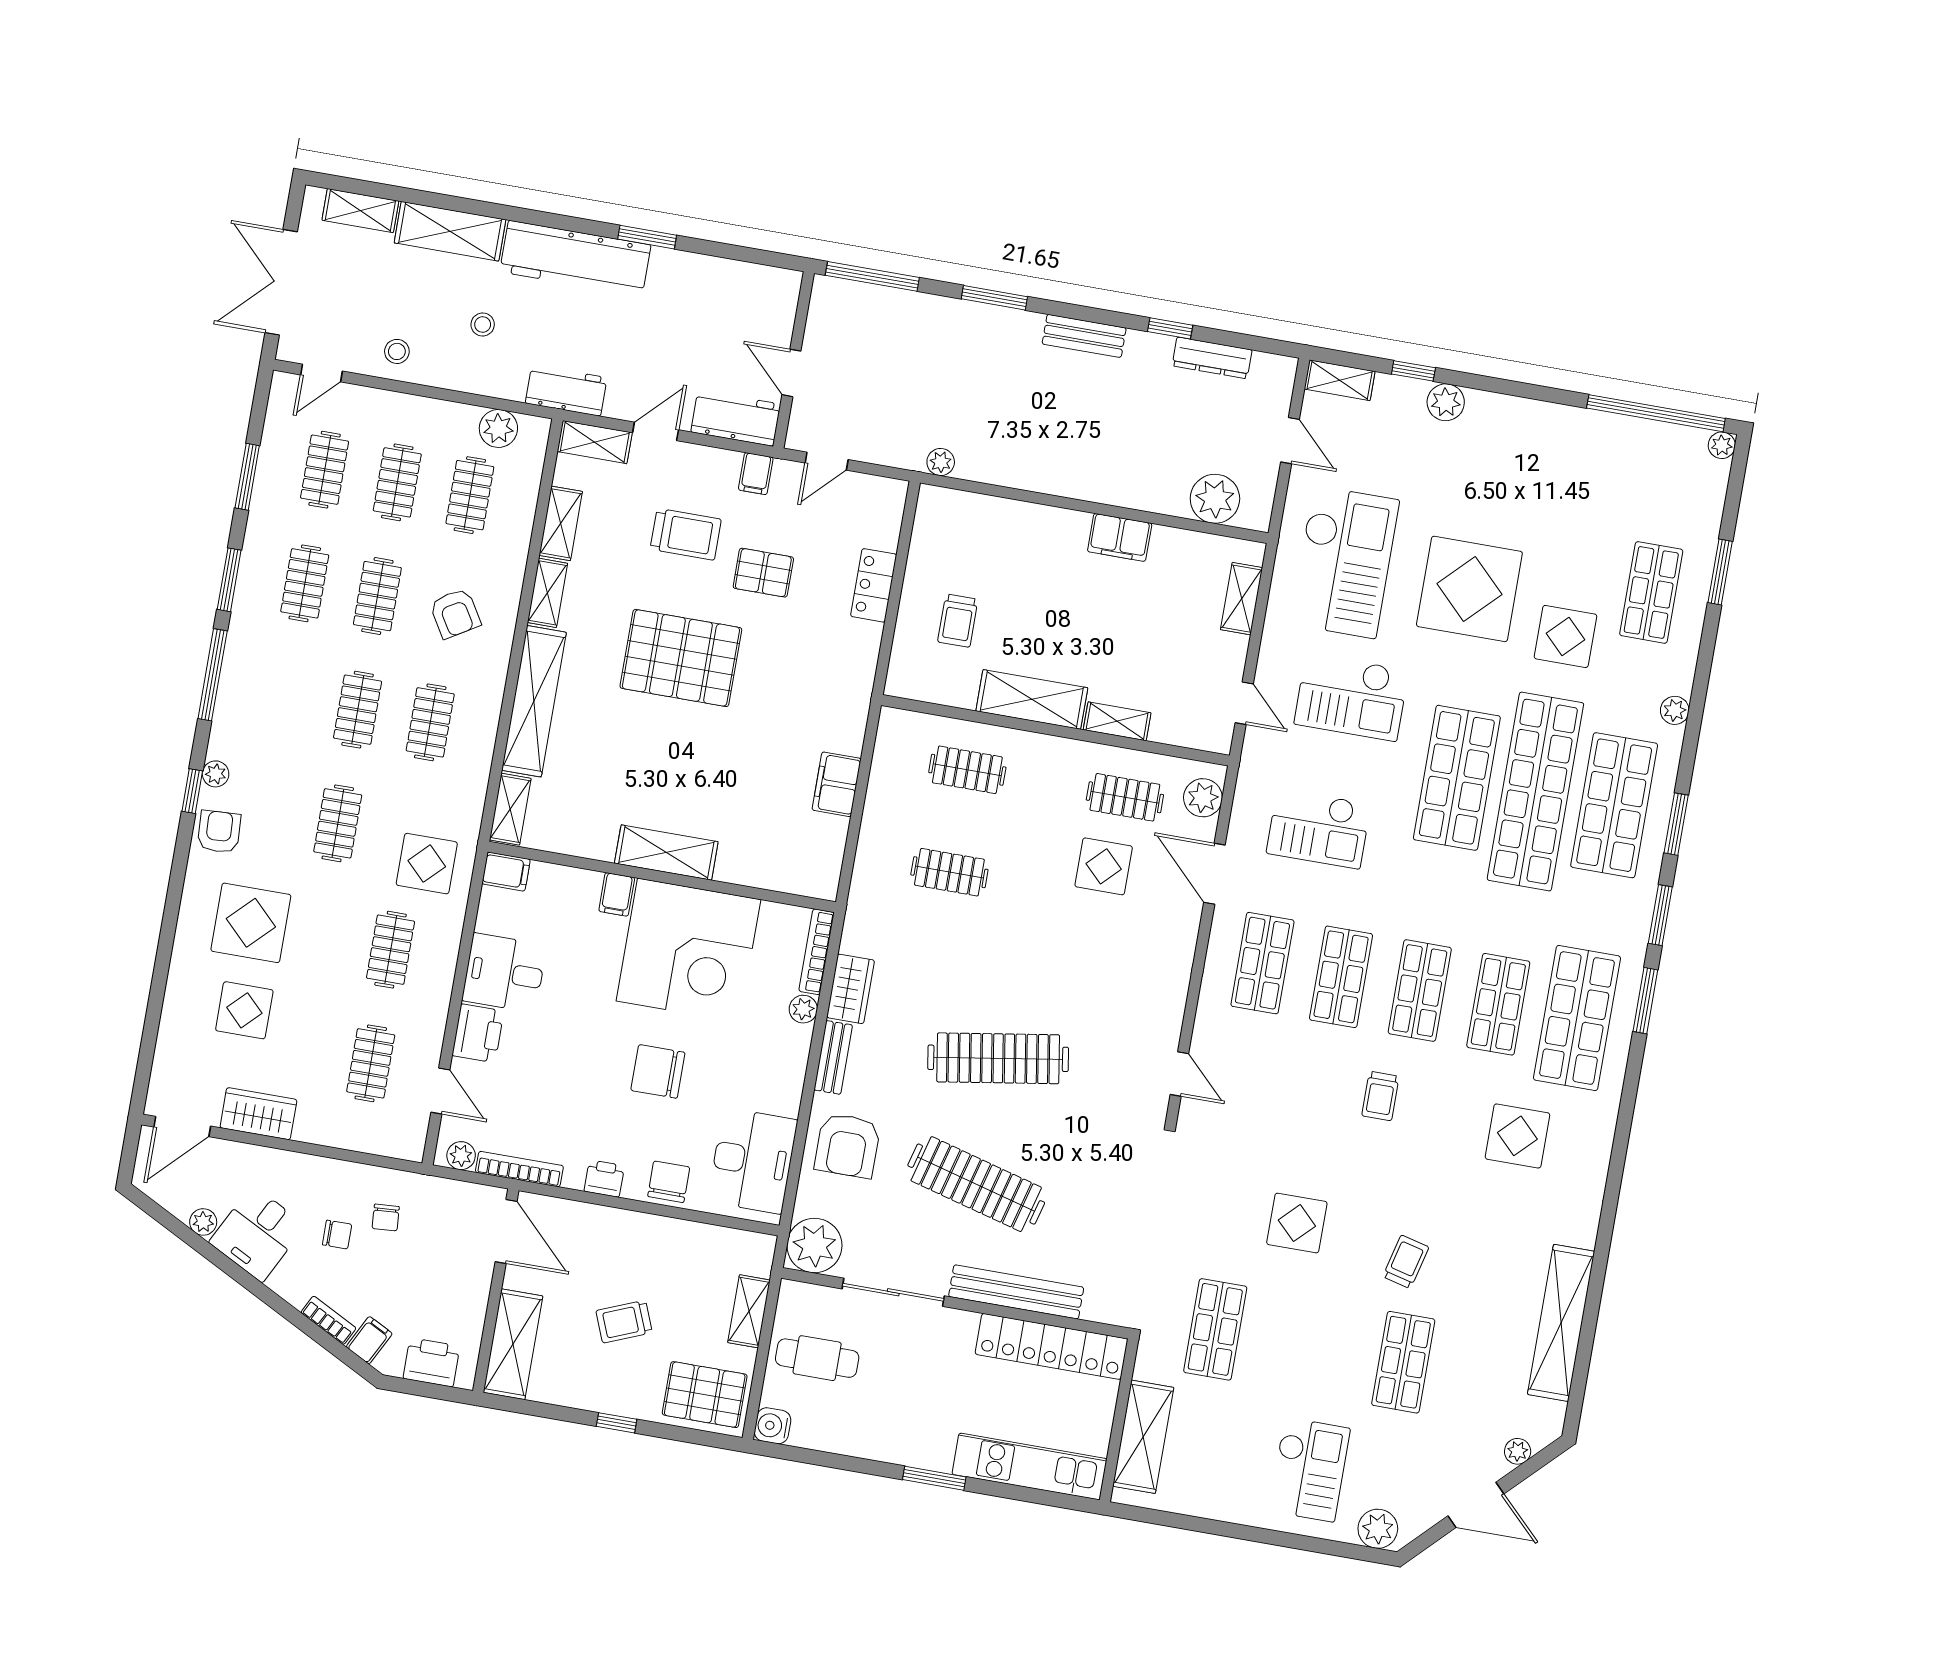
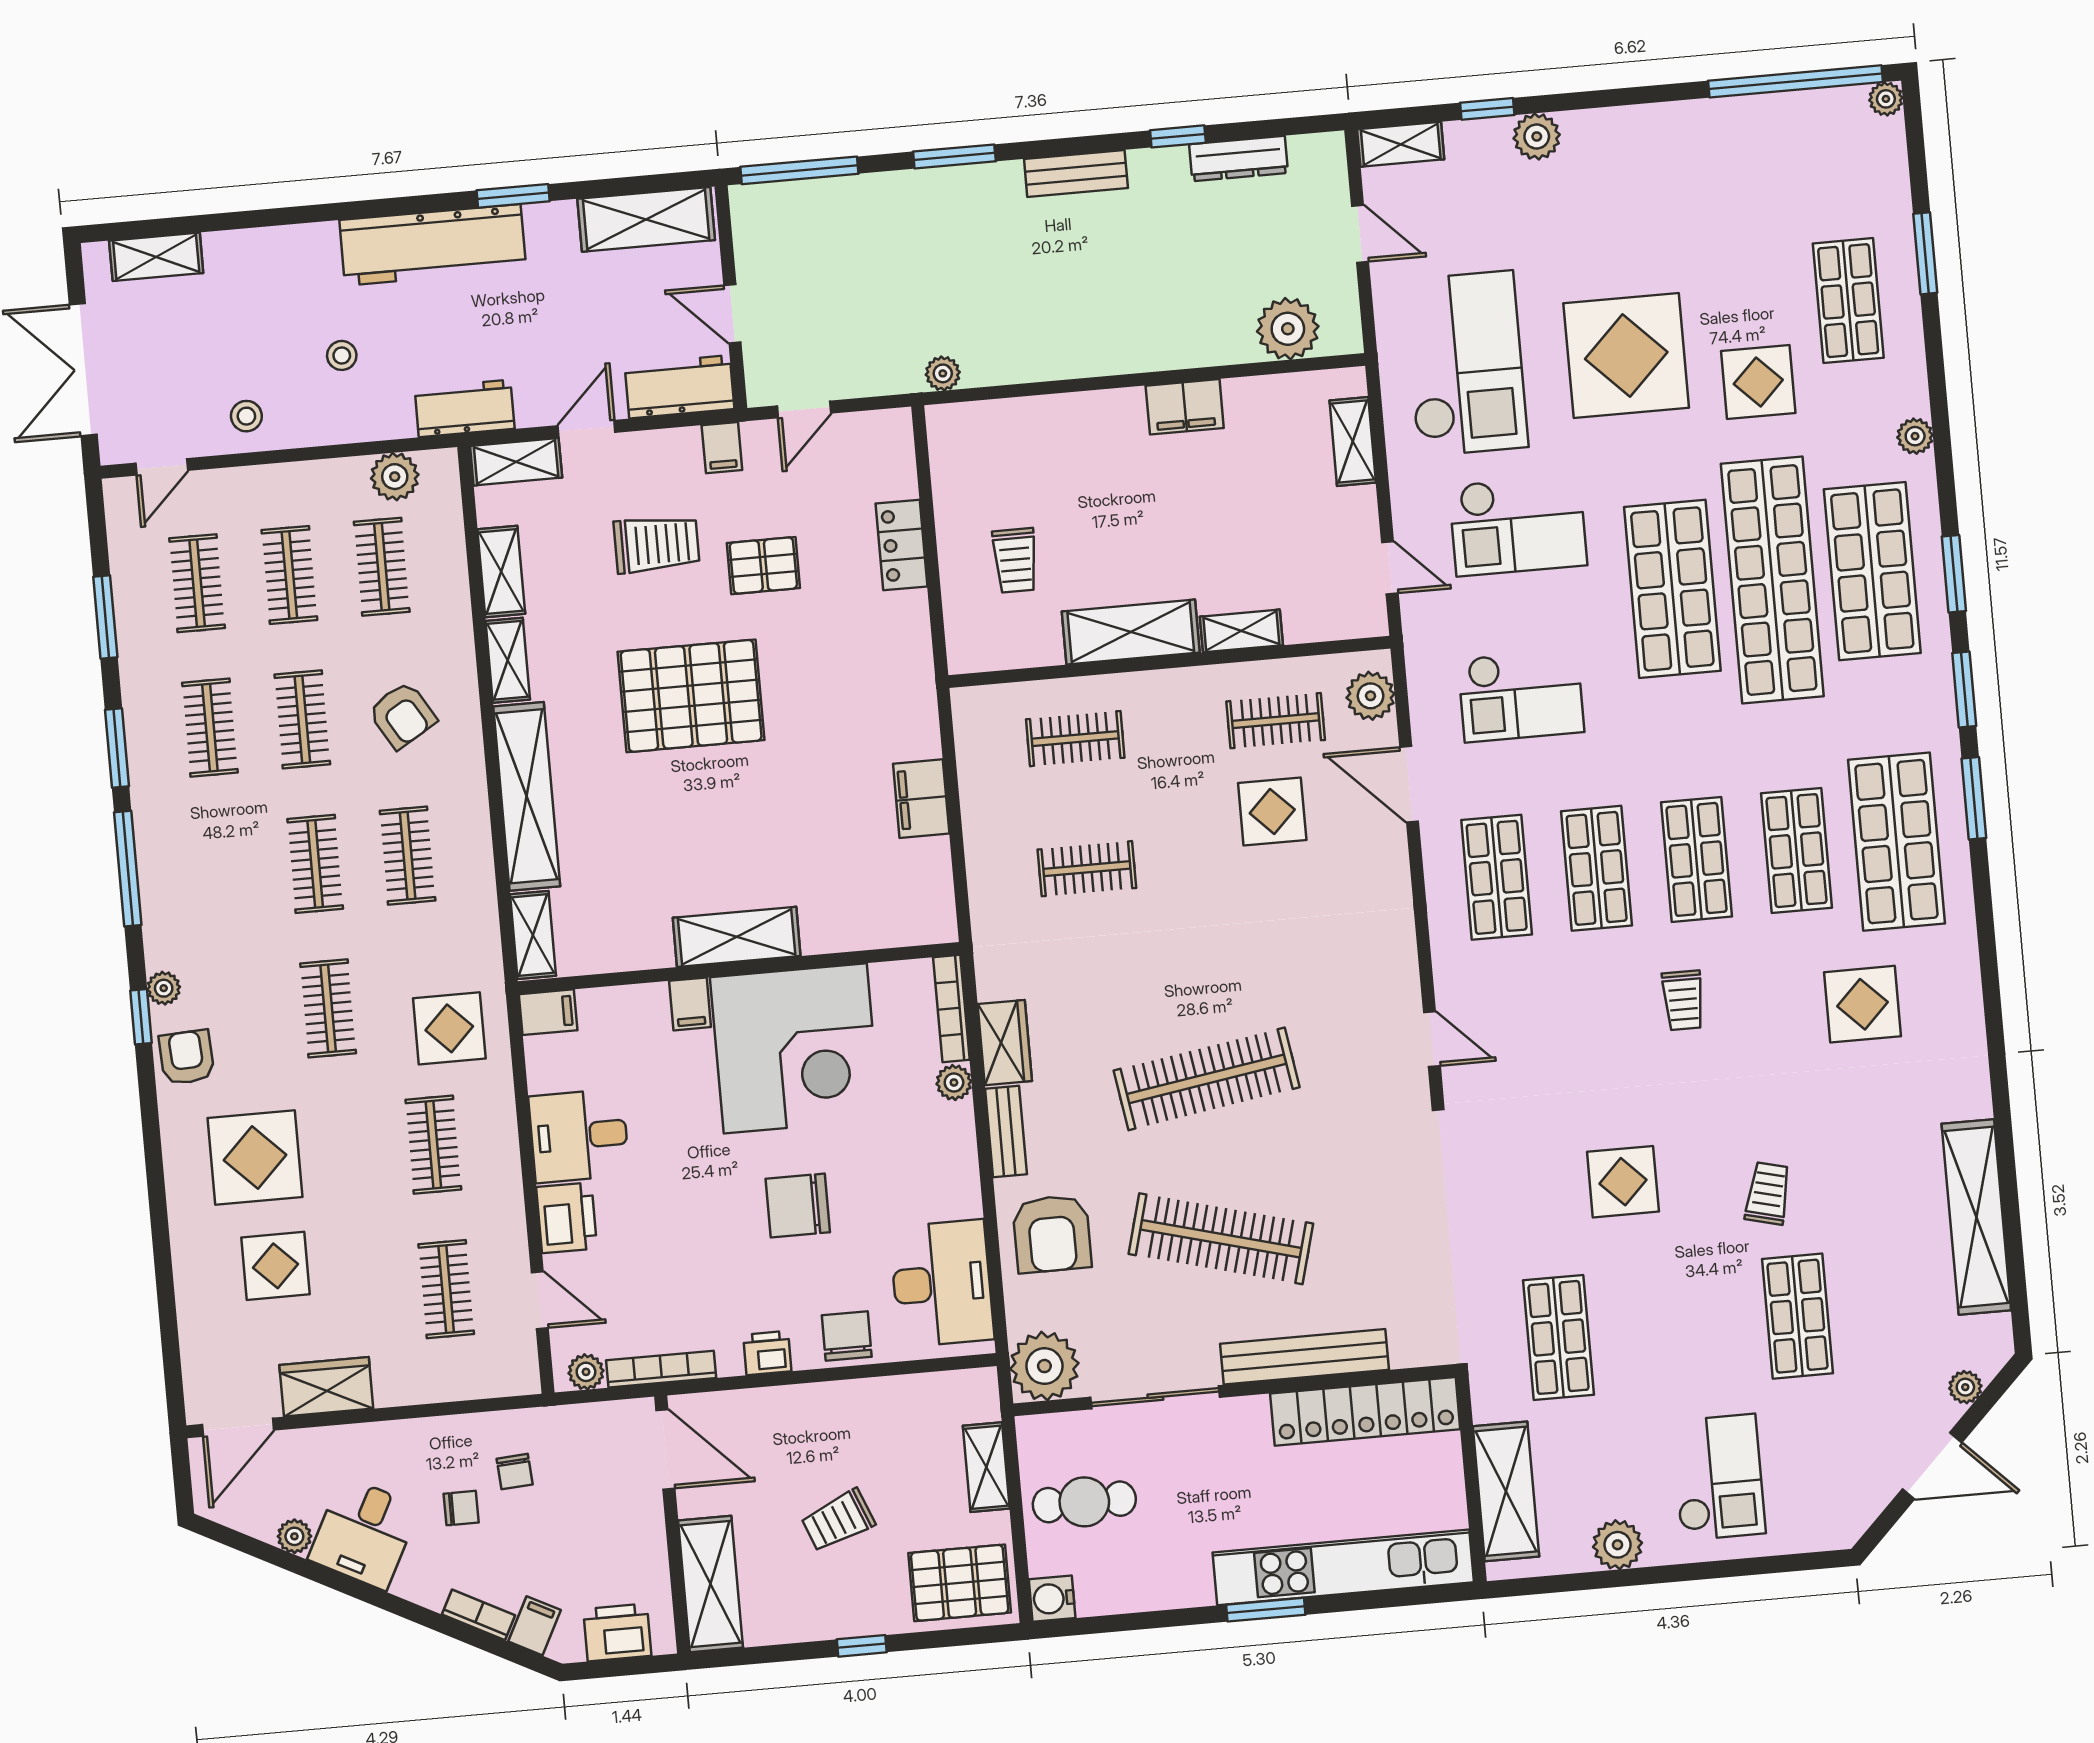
shelving: (450, 231) -> (646, 219), moved
kitchen unit: (1030, 1466) -> (1343, 1567), width x1.36
plant: (1378, 1529) -> (1618, 1545), moved

